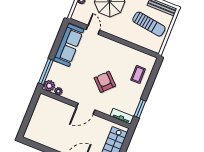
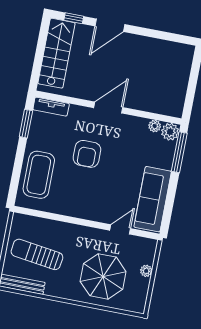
door: (93, 30) -> (120, 229), swing flipped
coffee table: (138, 74) -> (39, 175), width x1.86, depth x1.72
armchair: (105, 82) -> (87, 154), turned 46

